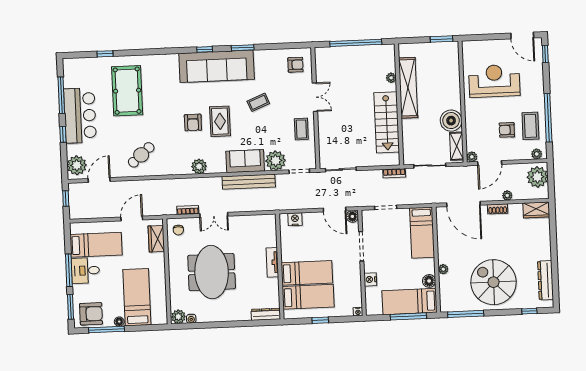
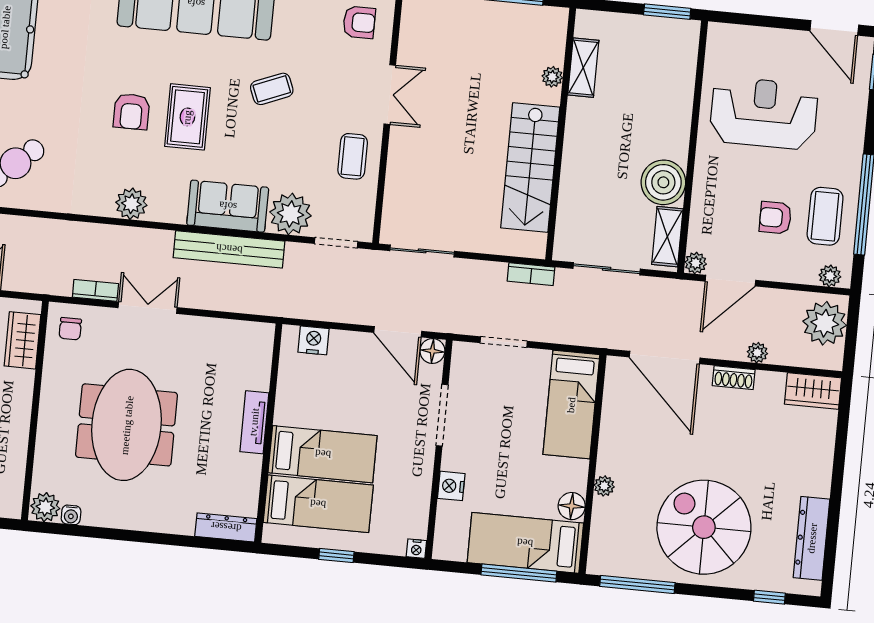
shelving: (408, 88) -> (583, 68), width x0.45, depth x0.75
double door: (214, 215) -> (148, 308), swing flipped

